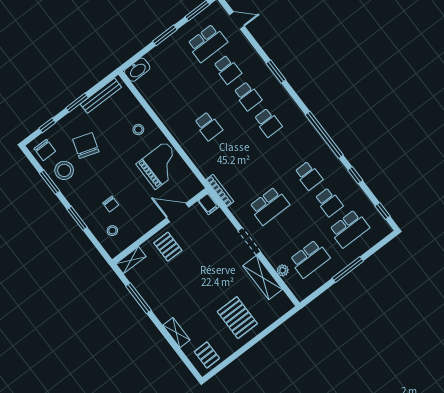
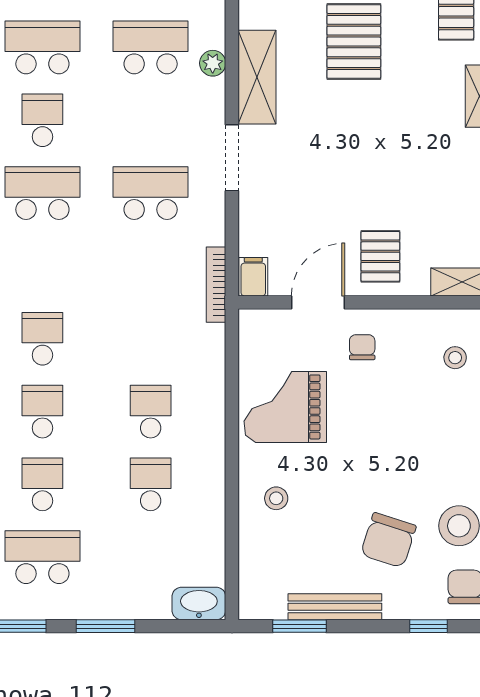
bench: (101, 96) -> (335, 607), moved
school desk: (188, 100) -> (151, 484), added
window: (77, 103) -> (299, 626), moved
school desk: (309, 176) -> (42, 193), width x1.85
chair: (111, 204) -> (362, 347), moved
door: (178, 213) -> (318, 302), swing flipped

